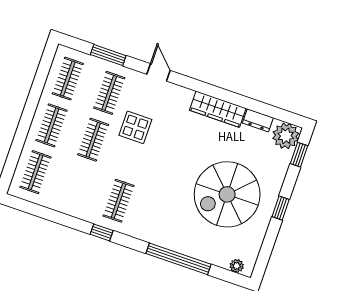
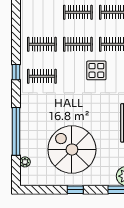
clothes rail: (35, 172) -> (42, 44), moved
plant: (237, 266) -> (25, 162), moved

